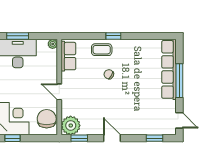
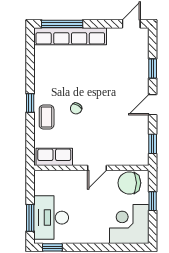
plant: (53, 44) -> (40, 176), removed
window: (179, 81) -> (62, 24), moved
plant: (71, 125) -> (137, 154), removed
window: (12, 138) -> (153, 201), moved
window: (155, 138) -> (153, 68), moved

